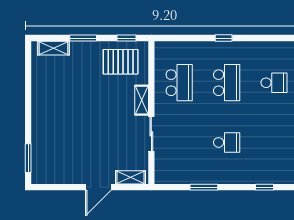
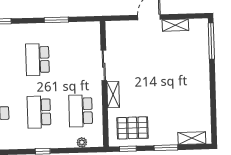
plant: (179, 47) -> (82, 142), added
school desk: (227, 142) -> (37, 60), width x1.85
window: (28, 158) -> (211, 41), width x1.44
shelving: (131, 177) -> (175, 25), moved

